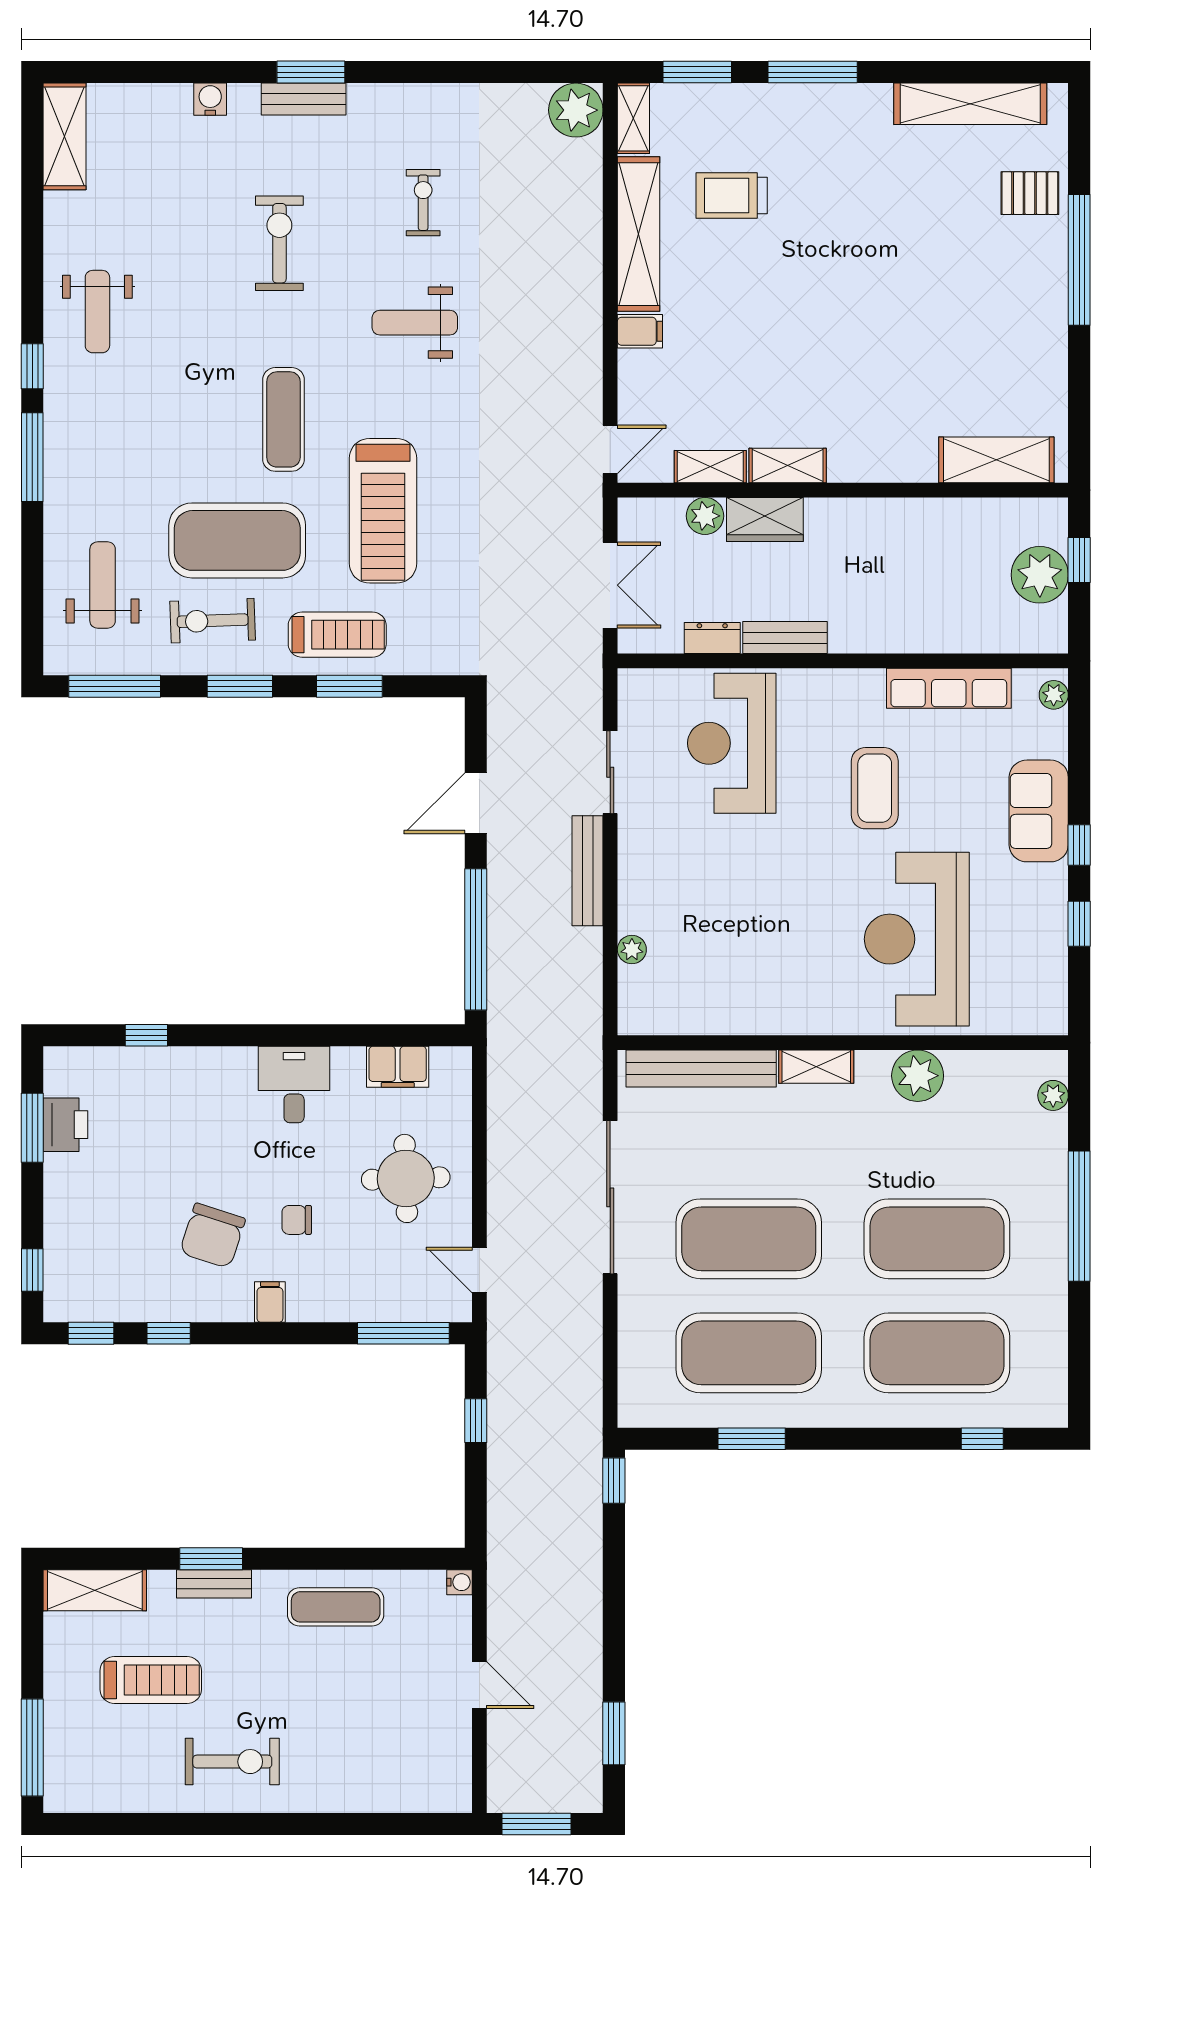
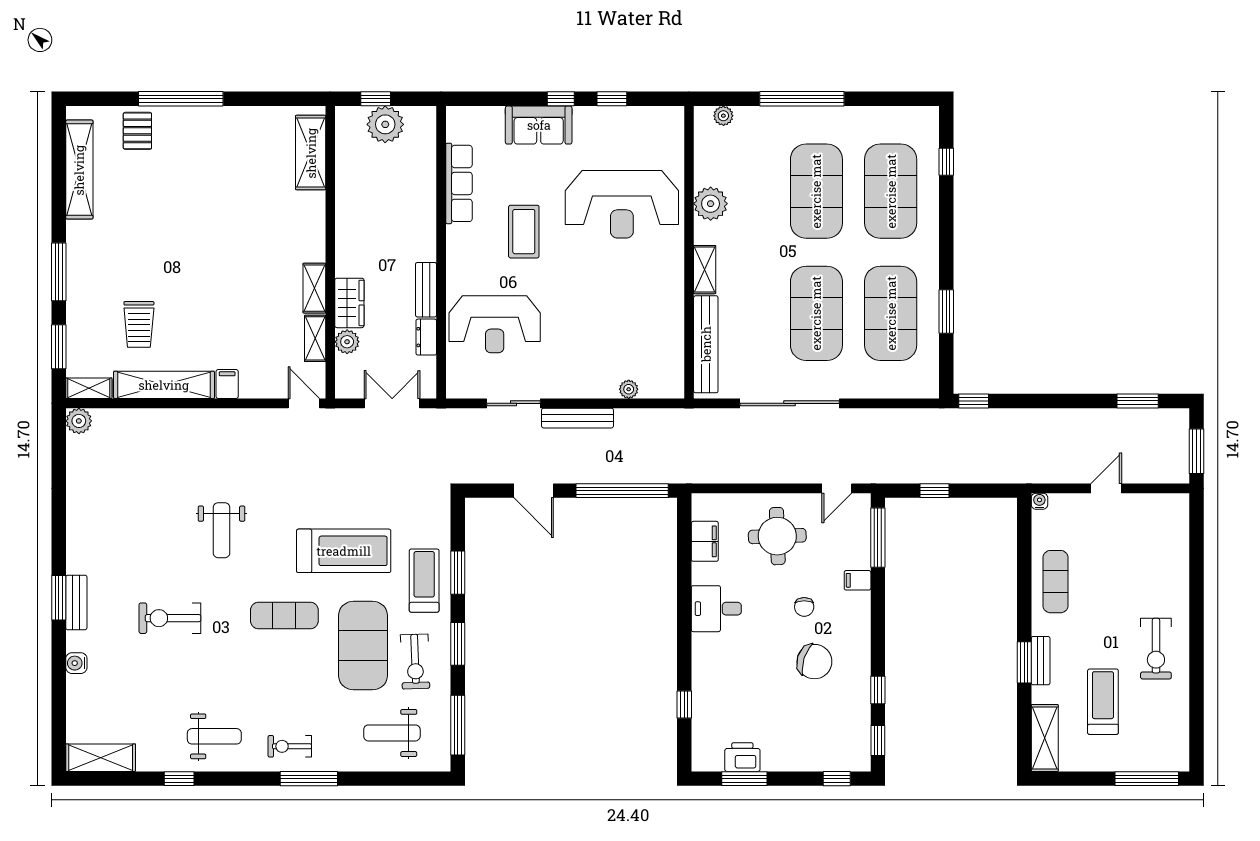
plant: (576, 110) -> (79, 421), width x0.73, depth x0.73
exercise bike: (423, 203) -> (290, 746), moved
window: (32, 366) -> (179, 779), moved
plant: (1054, 695) -> (463, 115), removed
coffee table: (875, 788) -> (524, 232), turned 90
filing cabinet: (270, 1302) -> (858, 580), moved
exercise bike: (232, 1762) -> (1156, 649), turned 180

